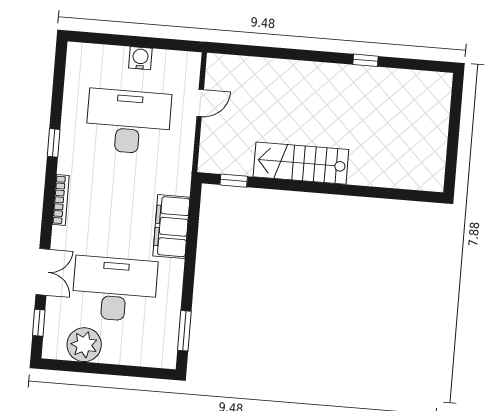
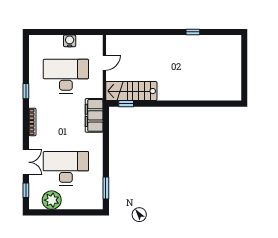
stairs: (301, 163) -> (131, 91), moved
filing cabinet: (171, 227) -> (94, 115), moved

